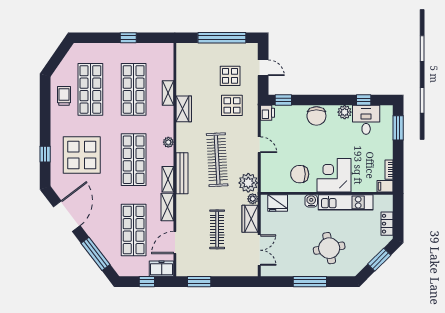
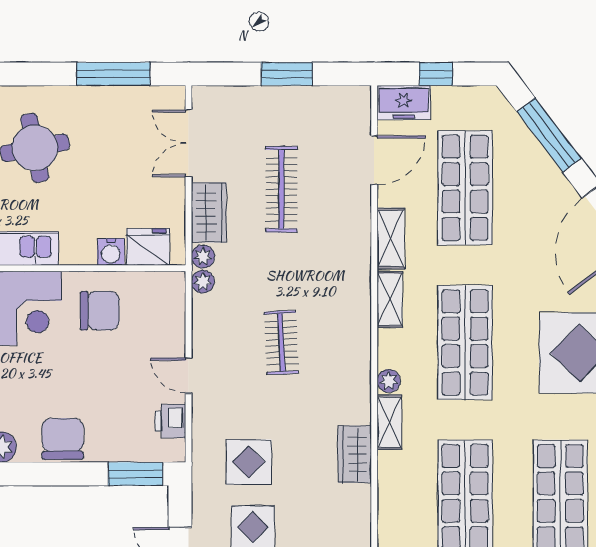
shelving: (168, 93) -> (389, 422), moved
window: (283, 100) -> (136, 474), width x1.50
printer: (268, 113) -> (170, 421), moved
clothes rail: (217, 160) -> (281, 342), width x0.54, depth x0.76
bench: (182, 173) -> (359, 312), removed
plant: (248, 183) -> (203, 282), width x0.53, depth x0.53
water cooler: (311, 201) -> (111, 252), moved
window: (199, 282) -> (287, 74), moved
window: (310, 282) -> (113, 74), moved

